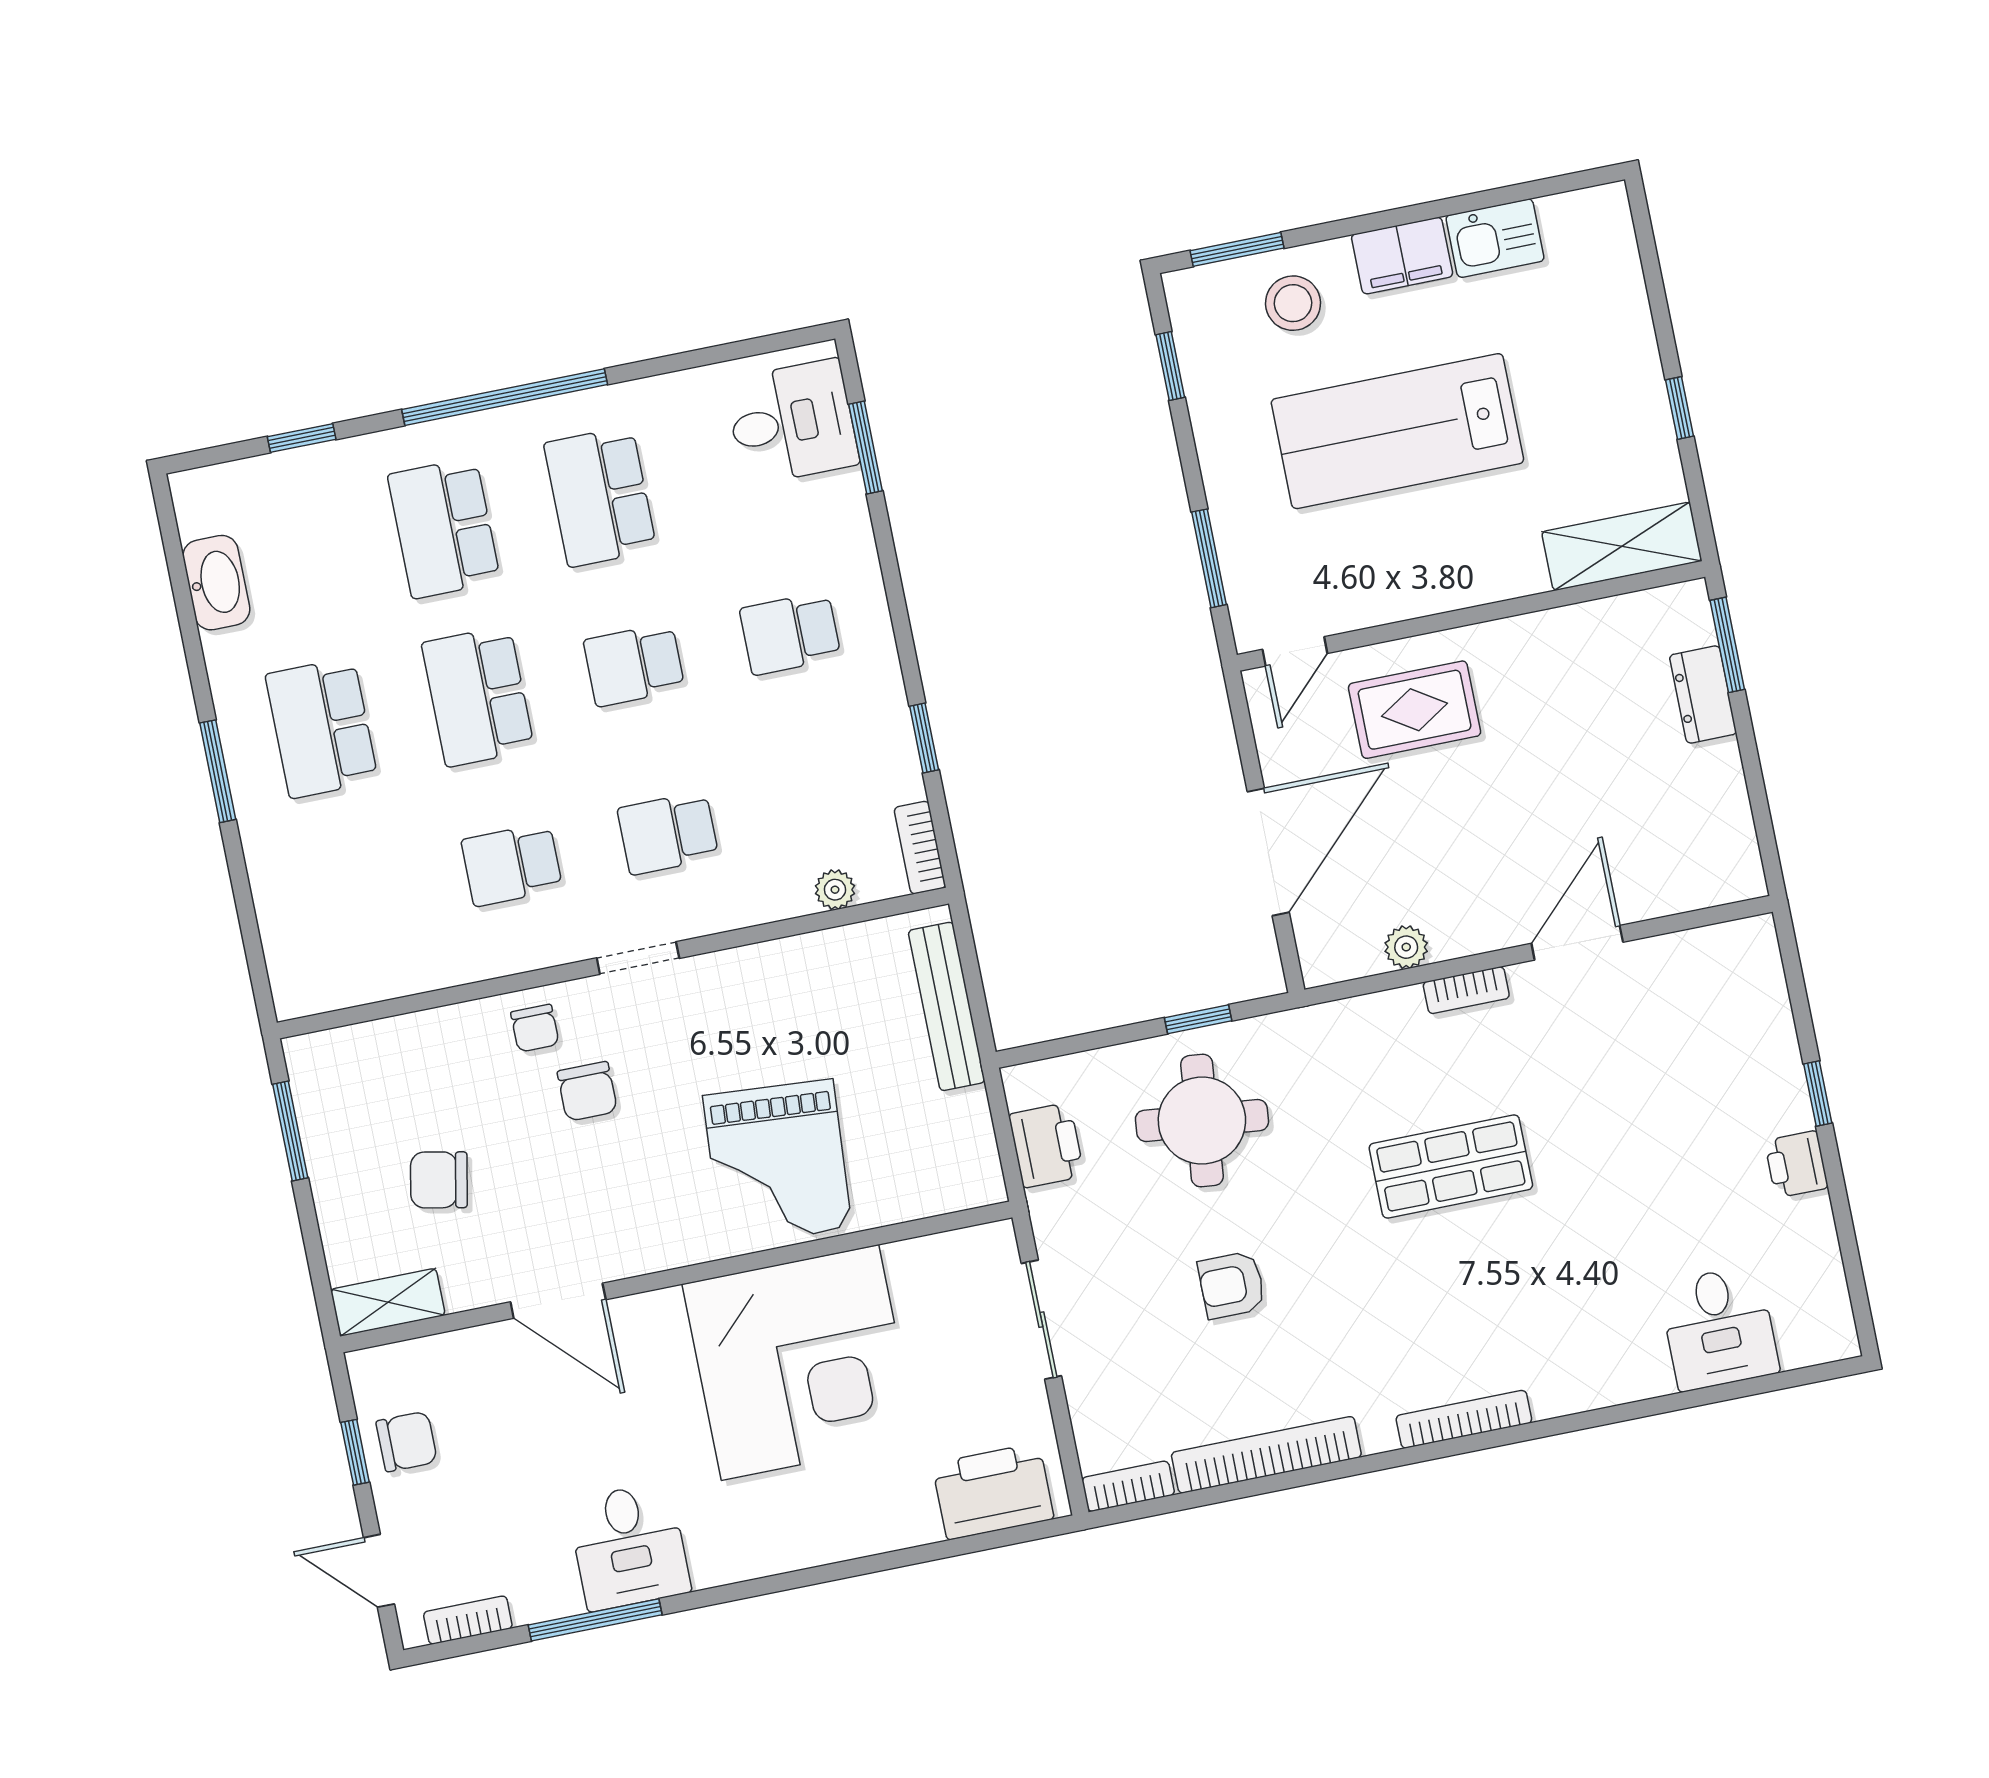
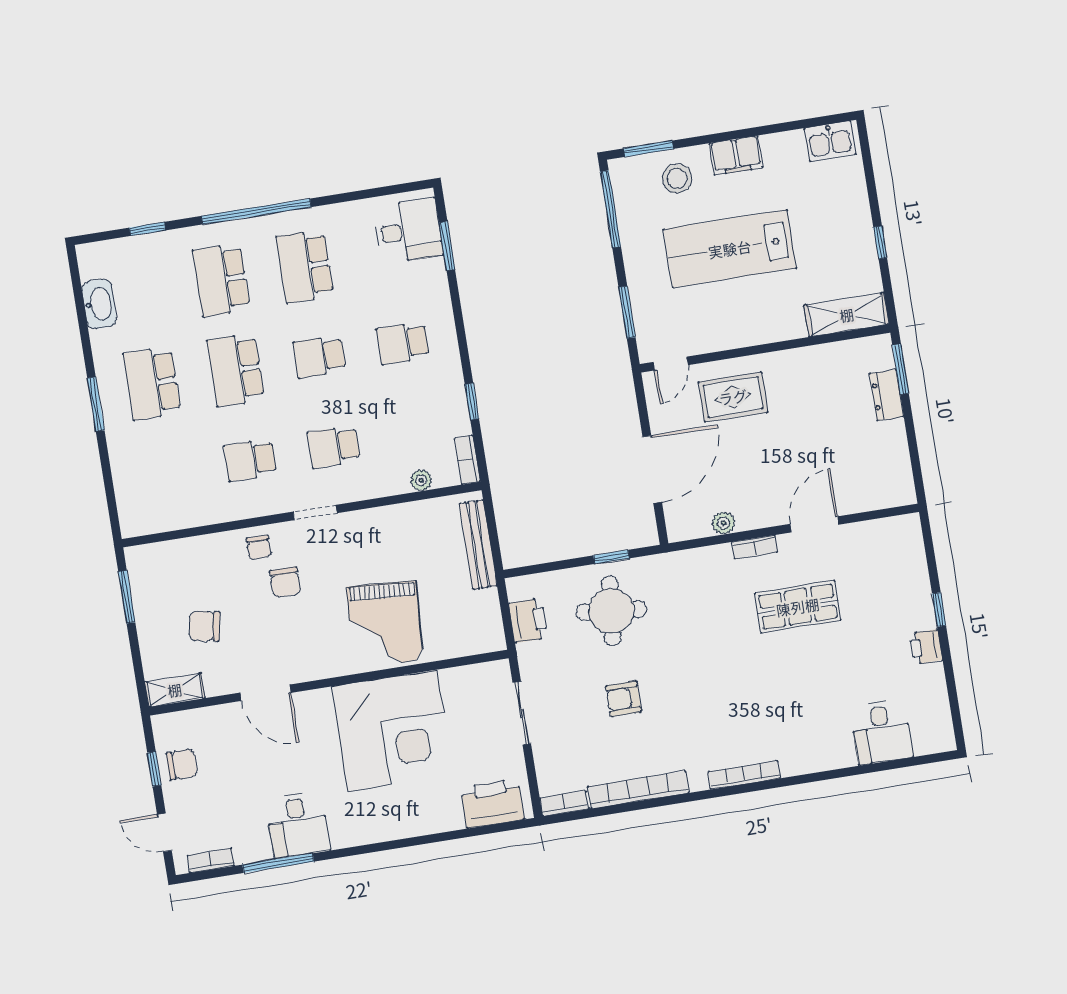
kitchen sink: (1495, 238) -> (830, 141), moved
window: (1170, 366) -> (611, 209), width x2.17
shop shelf: (1451, 1166) -> (798, 607), moved

